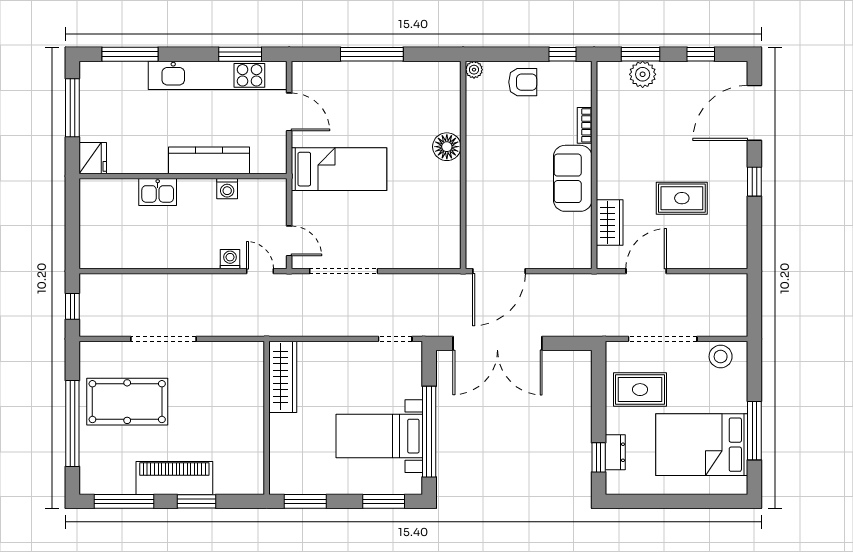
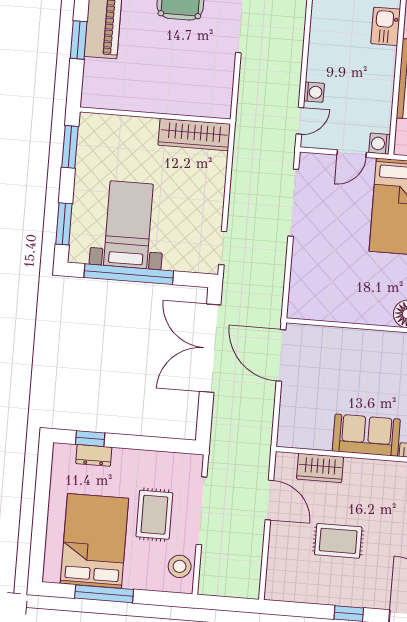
washing machine: (227, 189) -> (380, 144), moved
rug: (682, 198) -> (338, 541), turned 90
door: (289, 241) -> (352, 154), moved
rug: (640, 390) -> (154, 515), moved

